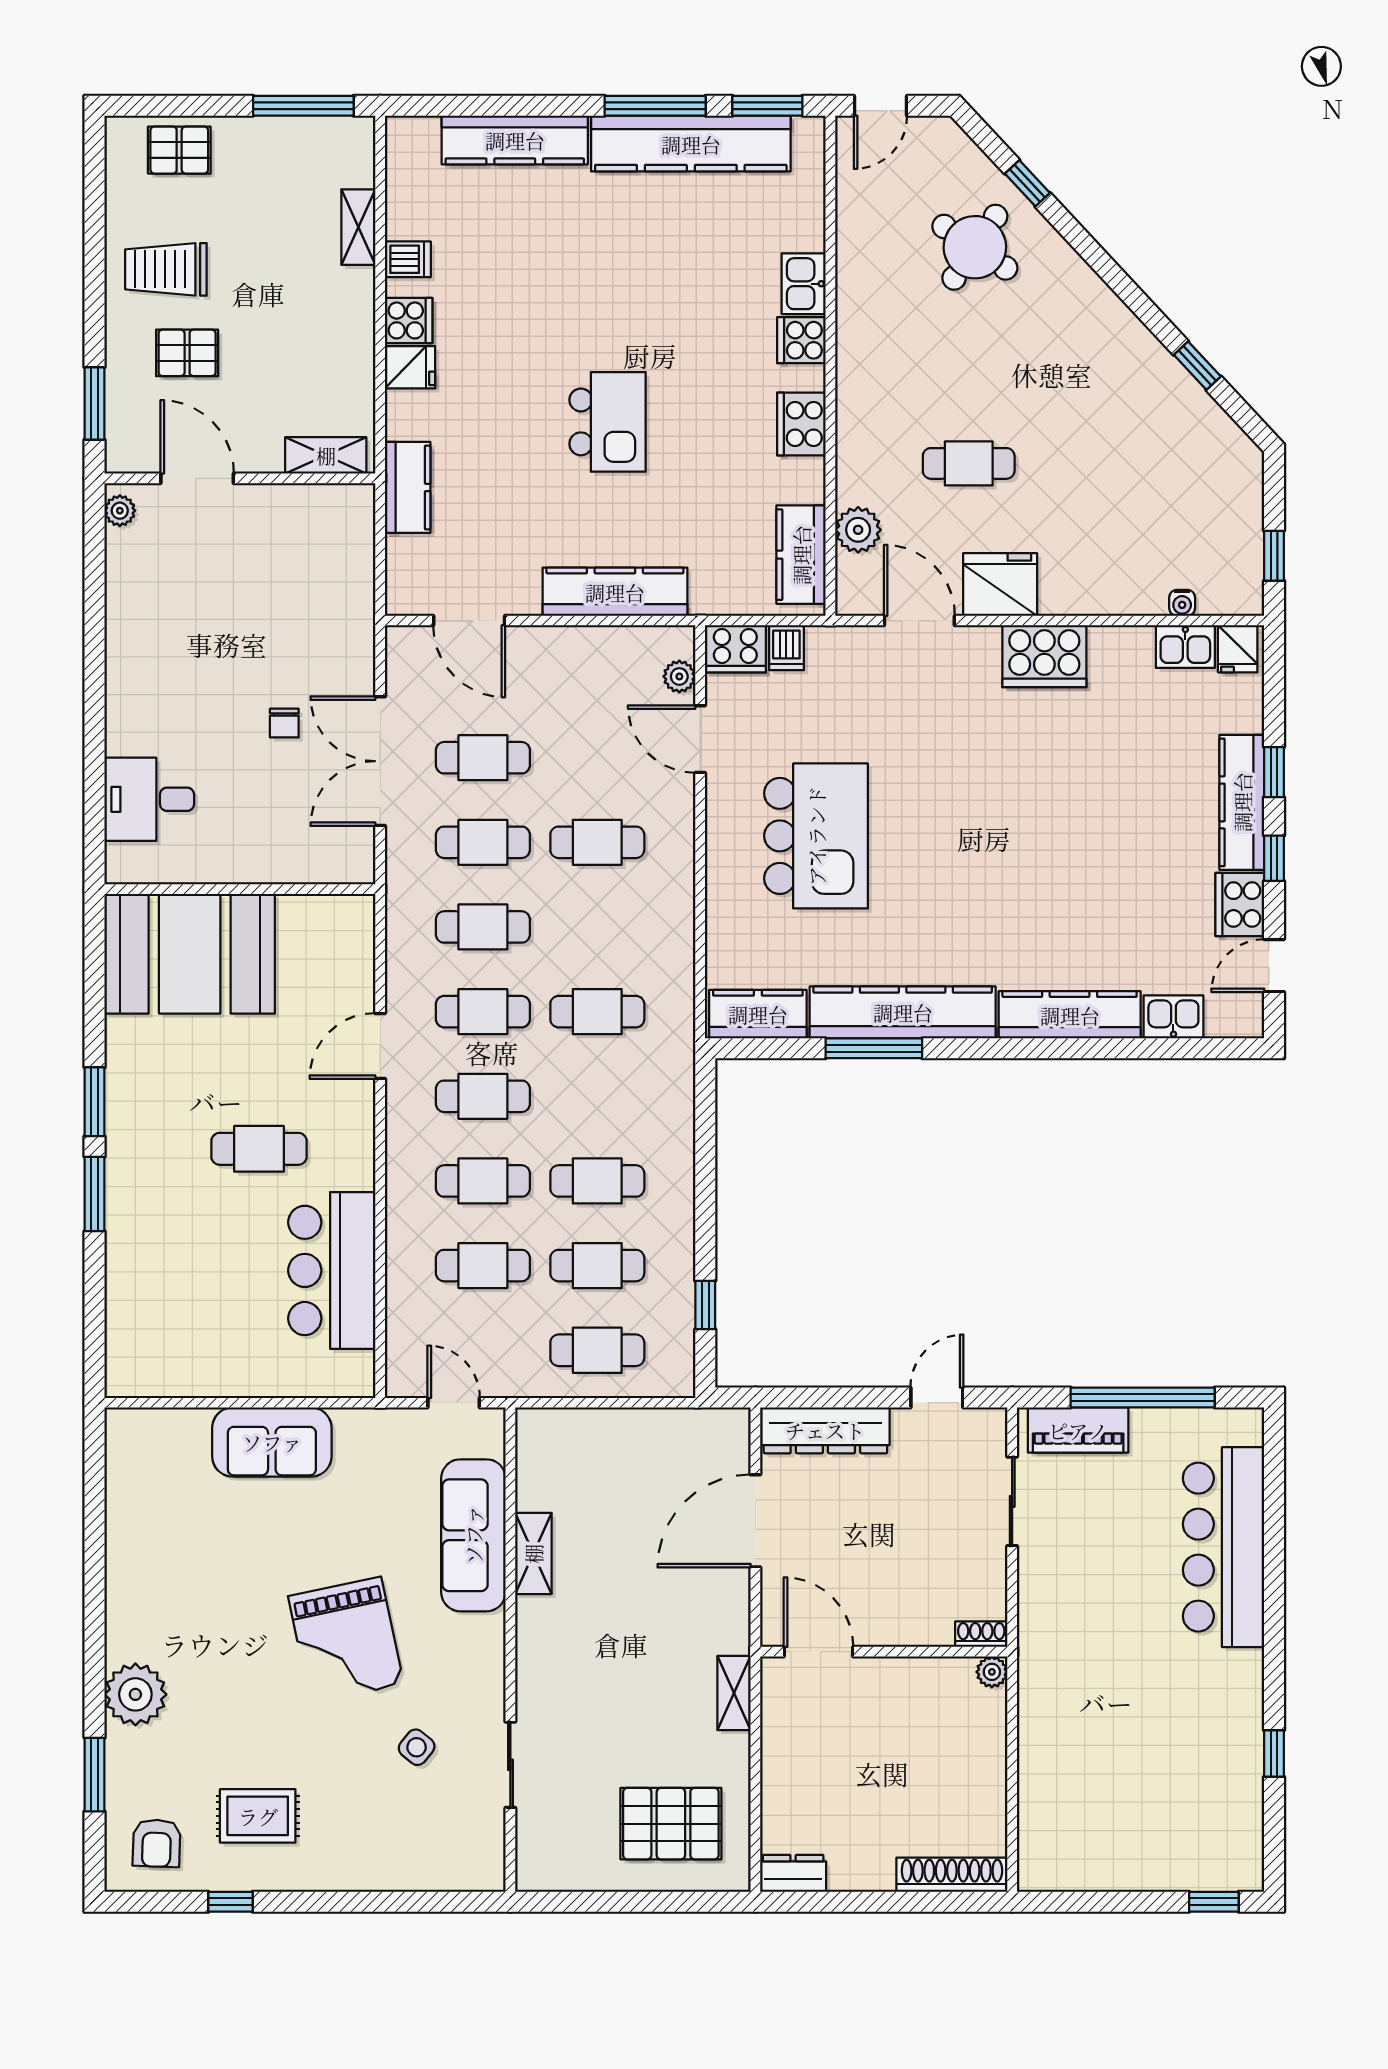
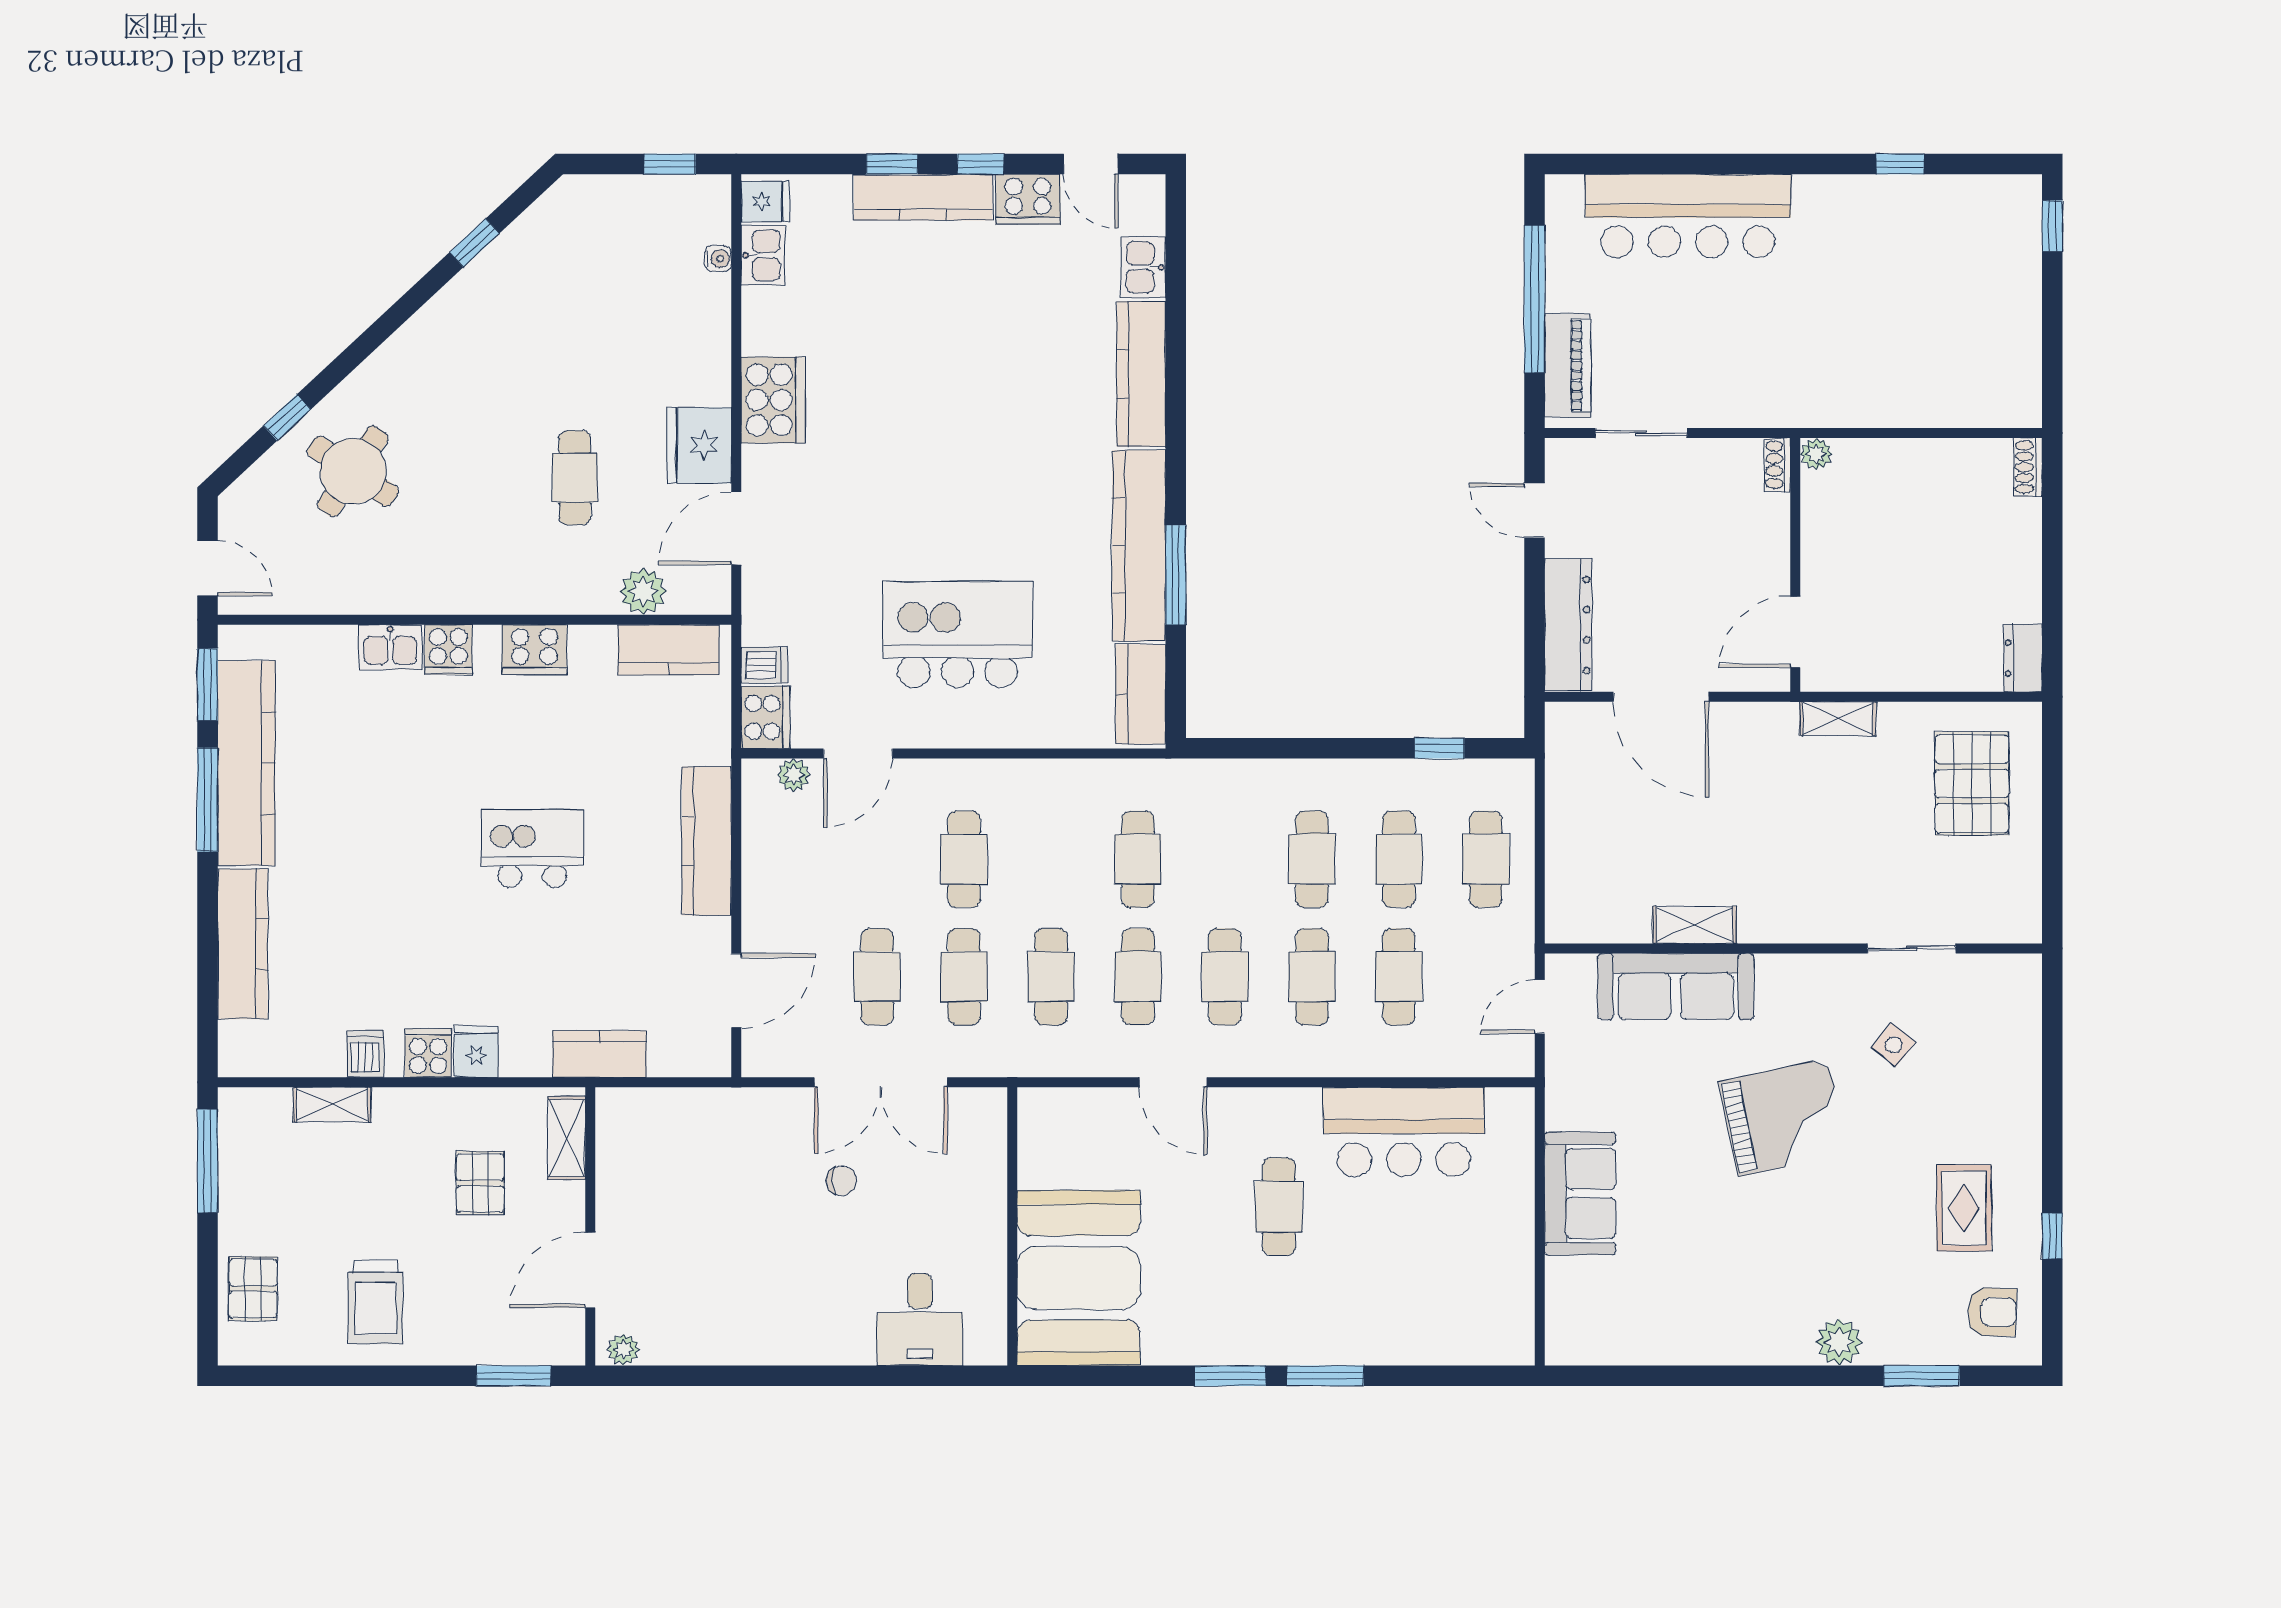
pallet: (187, 353) -> (480, 1183), moved
plant: (135, 1694) -> (1839, 1342), width x0.73, depth x0.73
shoe rack: (952, 1875) -> (2028, 467), width x0.51, depth x0.81

